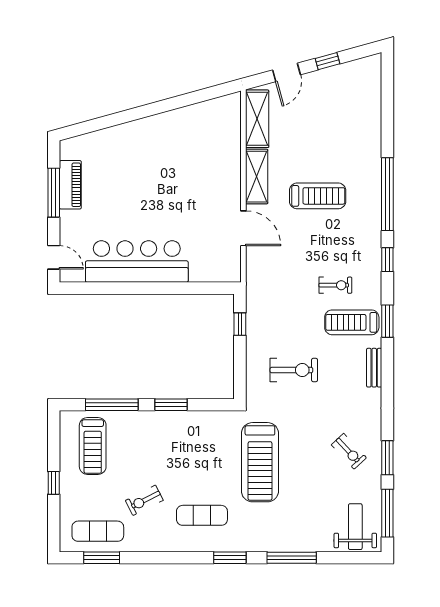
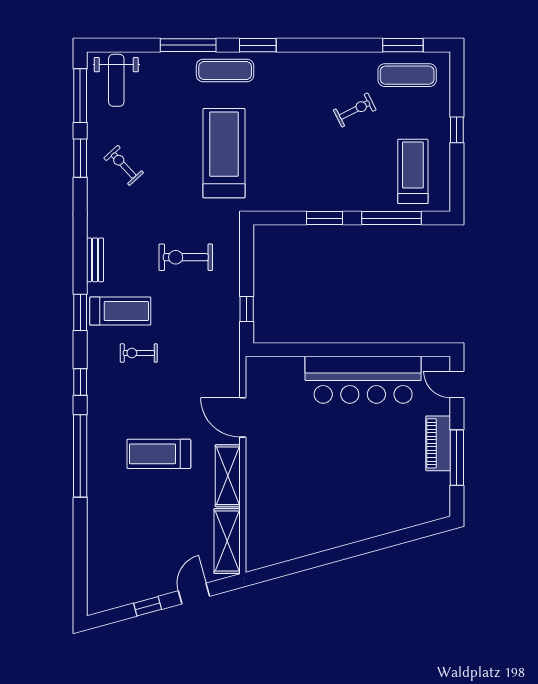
piano: (70, 185) -> (438, 443), moved
exercise mat: (202, 515) -> (225, 71), moved

